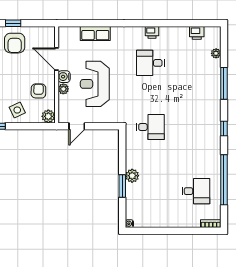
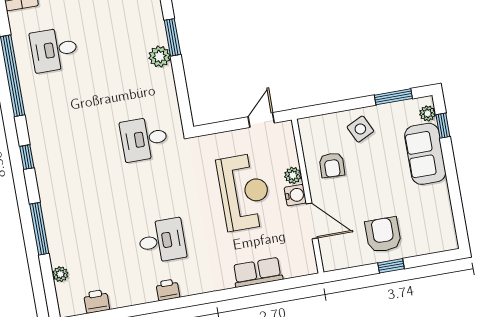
plant: (48, 116) -> (309, 128), removed

